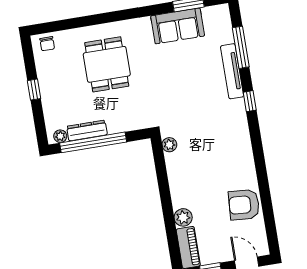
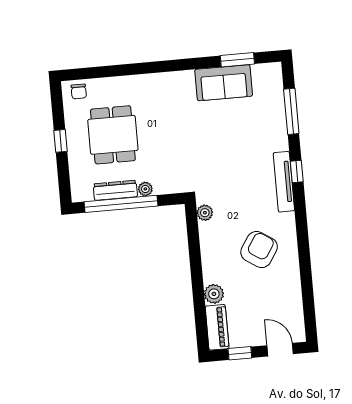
dining table: (107, 64) -> (113, 135), moved
tv unit: (232, 71) -> (284, 182), moved
plant: (60, 136) -> (145, 189), moved
armchair: (244, 205) -> (259, 250), moved, turned 119

